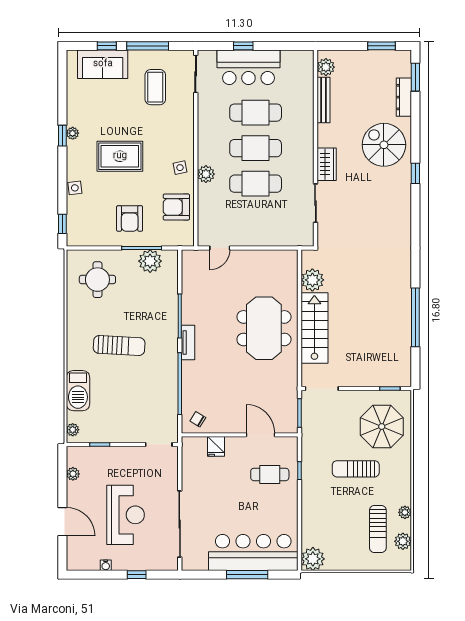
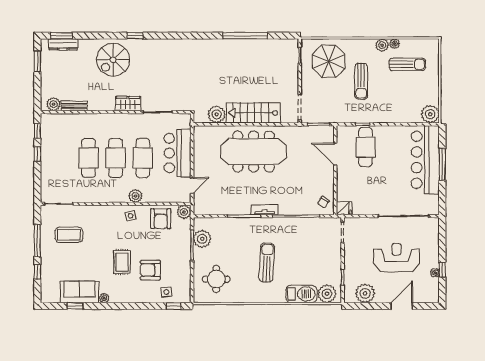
window: (243, 46) -> (37, 154), moved
window: (291, 46) -> (37, 131), added
sofa: (103, 64) -> (79, 292), moved, turned -90
bar counter: (248, 67) -> (178, 153), moved, turned 180
dresser: (404, 97) -> (63, 44), moved
bench: (323, 100) -> (74, 106), width x0.73
window: (62, 136) -> (75, 306), moved
rug: (120, 156) -> (122, 262), width x0.73, depth x0.70
side table: (75, 188) -> (166, 292), moved
armchair: (130, 218) -> (150, 270), moved, turned 180
plant: (185, 237) -> (184, 212), added
door: (220, 248) -> (192, 185), hinge flipped
meeting table: (264, 328) -> (254, 152), width x1.36
plant: (73, 430) -> (327, 294), width x1.87, depth x1.87
door: (260, 435) -> (335, 154), hinge flipped
fridge: (216, 446) -> (344, 208), moved
plant: (73, 474) -> (365, 293), width x1.88, depth x1.88
cafe table: (270, 474) -> (366, 147), width x1.37, depth x1.35
plant: (403, 541) -> (382, 45), moved
window: (137, 575) -> (442, 270), moved

